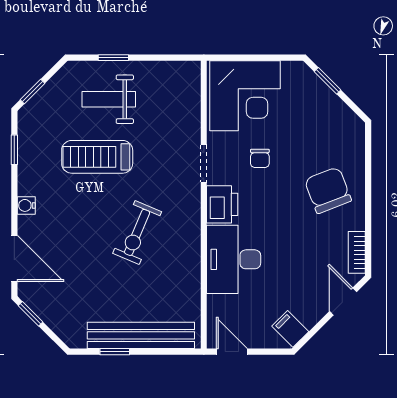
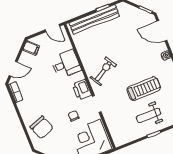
weight bench: (109, 99) -> (149, 115), turned 180
chair: (328, 190) -> (42, 127), moved
exercise bike: (137, 232) -> (103, 71), moved, turned 36
desk: (234, 259) -> (66, 64), width x0.73
door: (343, 302) -> (13, 69), hinge flipped

